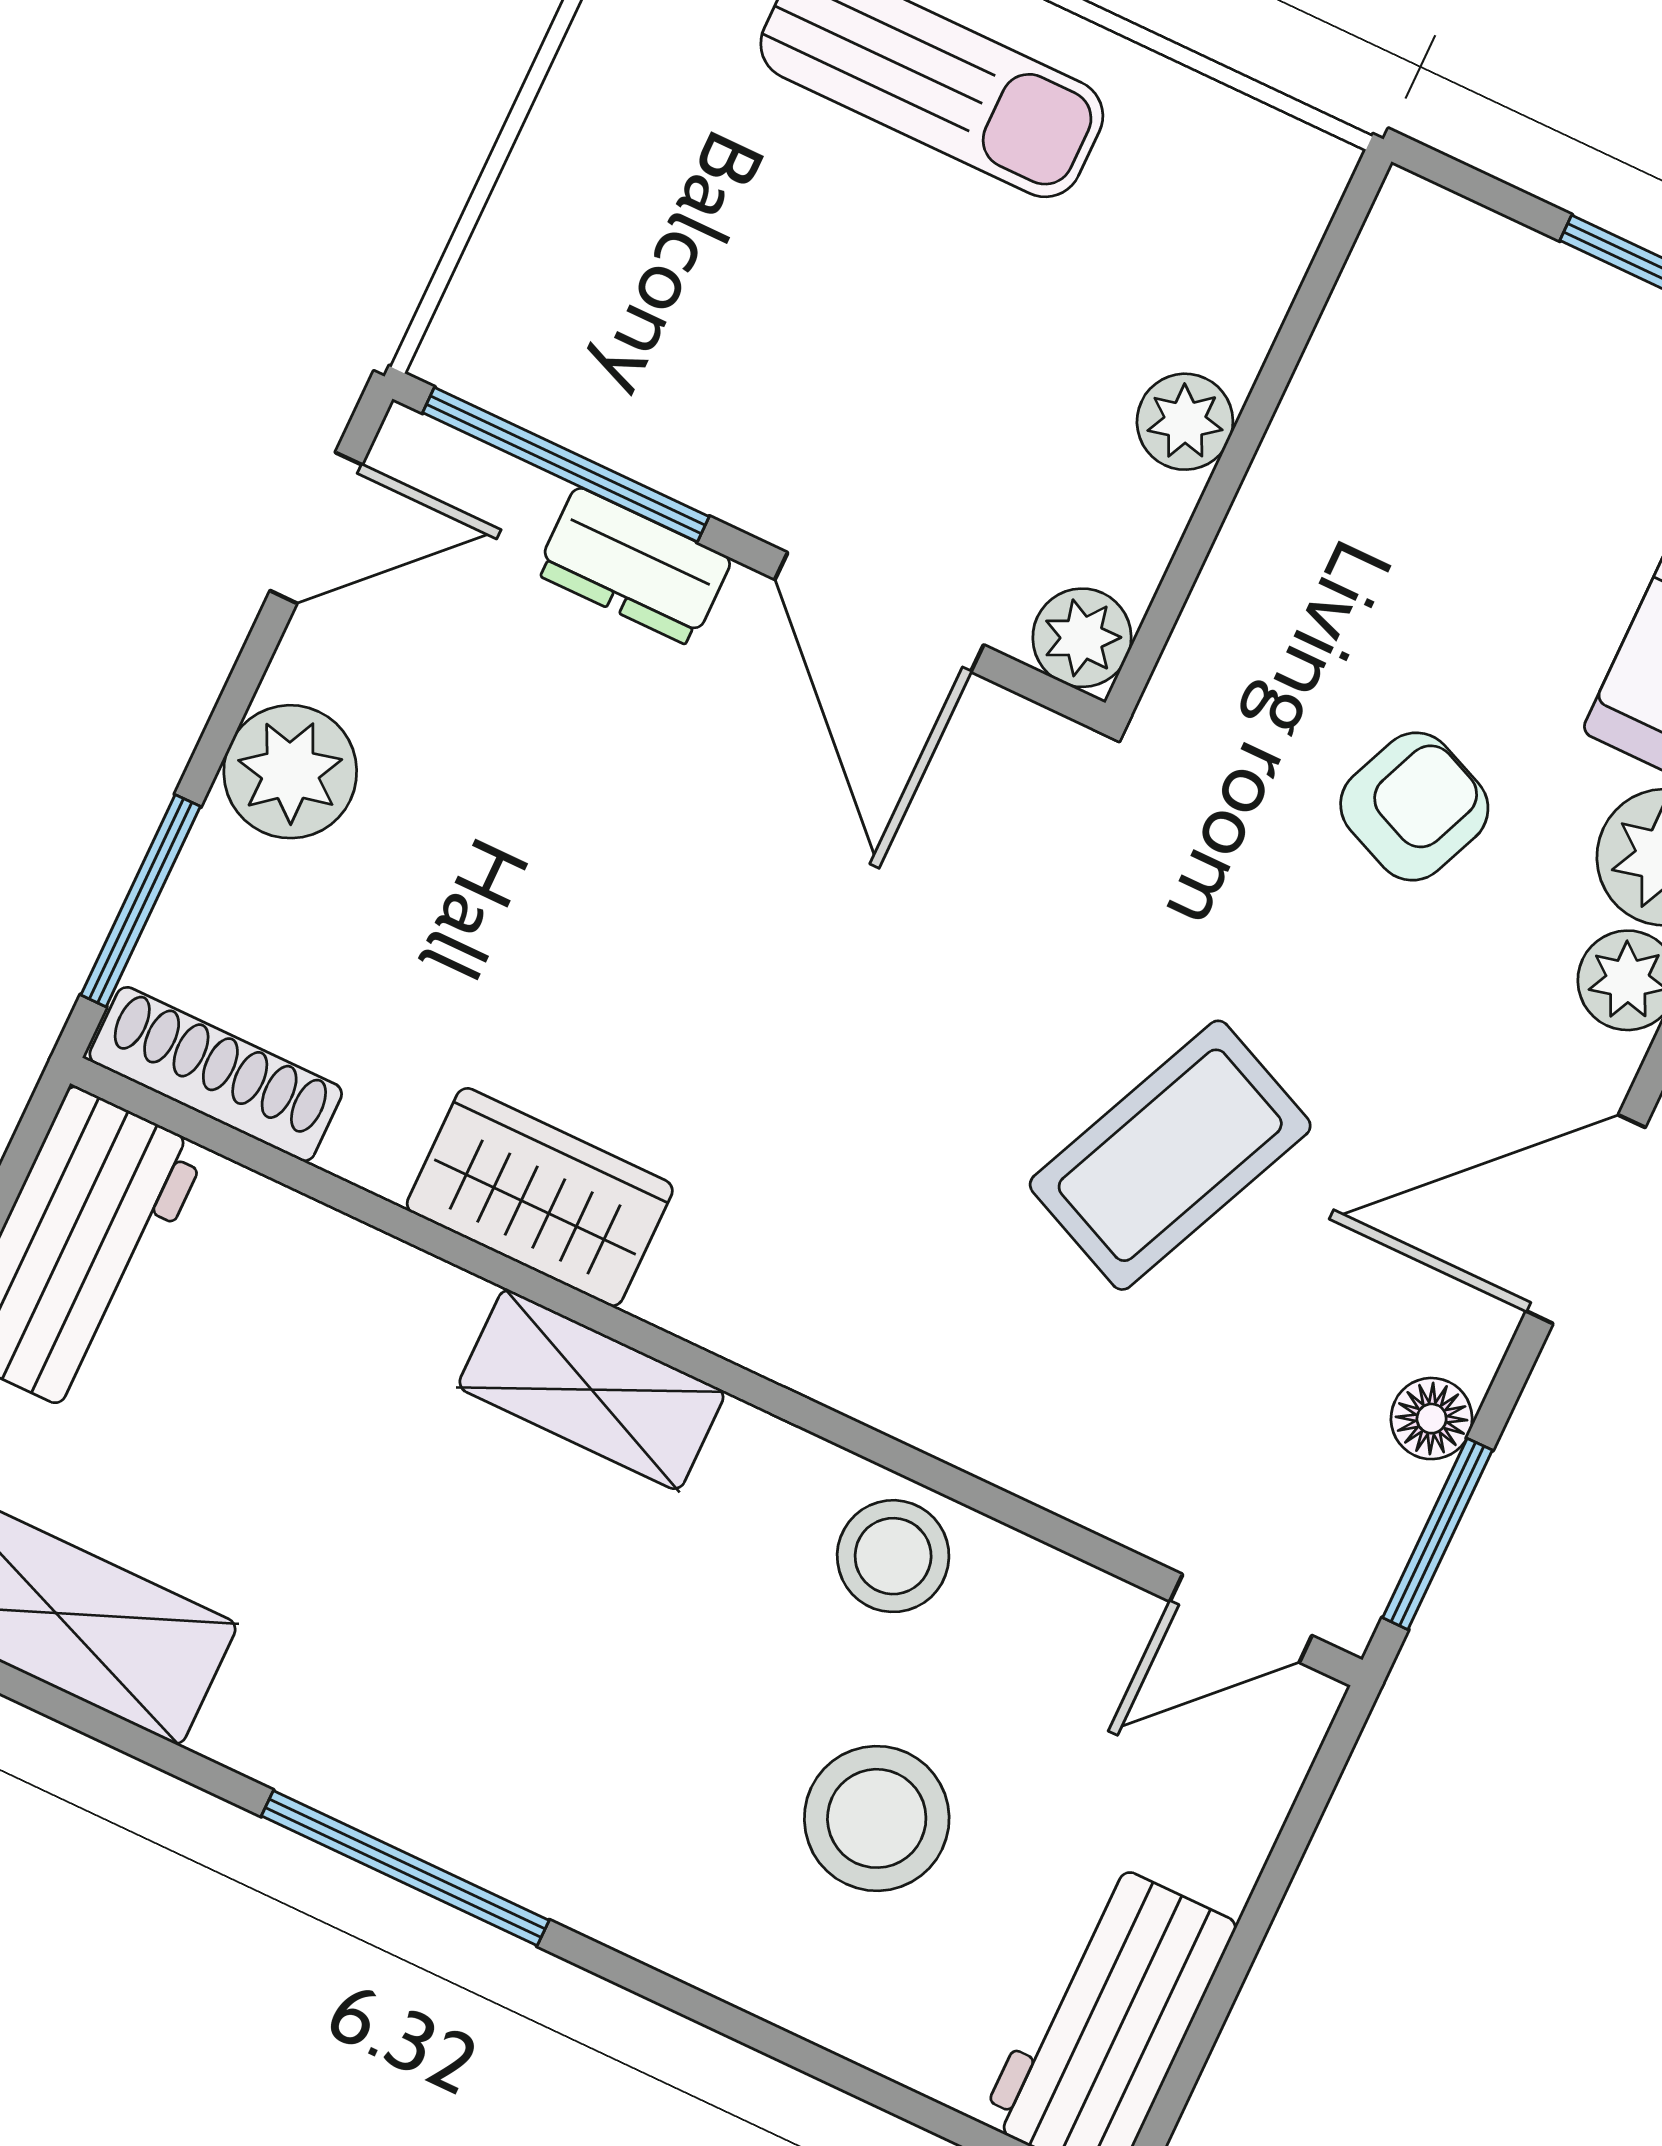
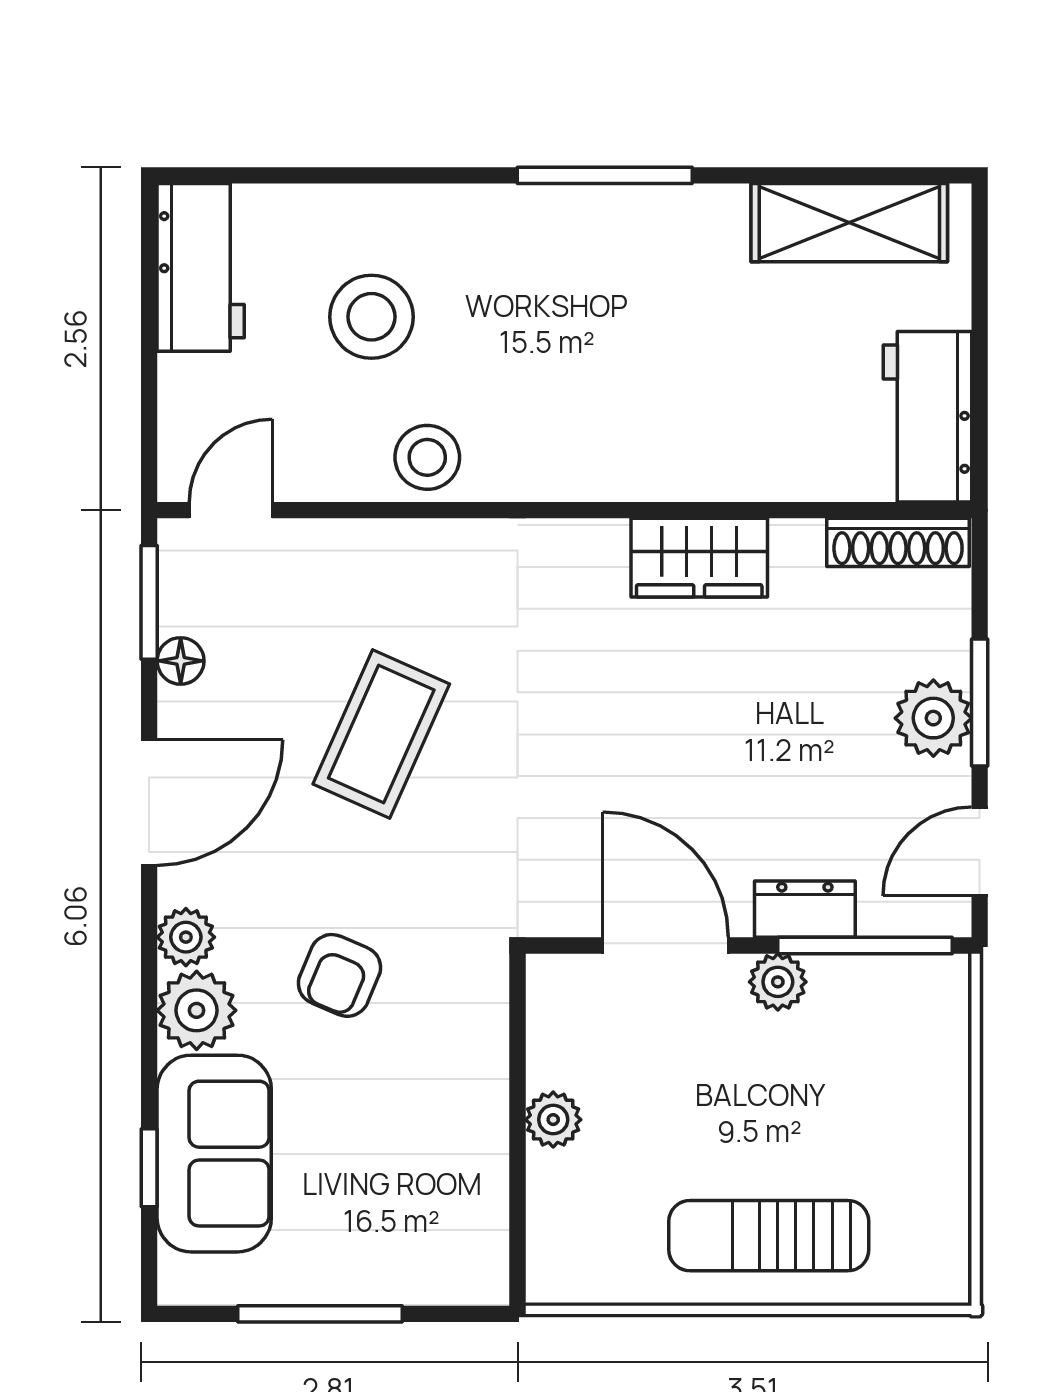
plant: (1082, 638) -> (778, 982), moved
window: (141, 901) -> (980, 703), moved
shelving: (591, 1390) -> (625, 470), removed

